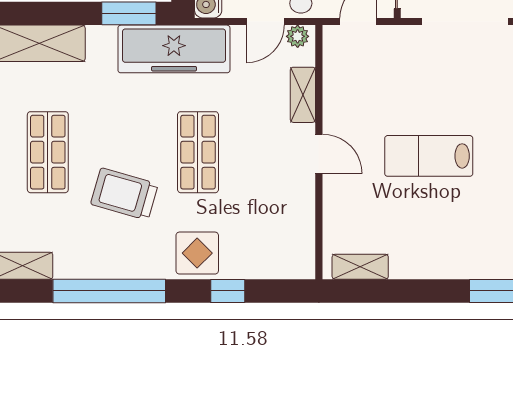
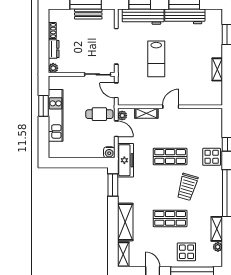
freezer: (174, 49) -> (125, 160), width x0.73, depth x0.79
lab bench: (429, 156) -> (156, 59), moved
shelving: (360, 267) -> (217, 69), moved

